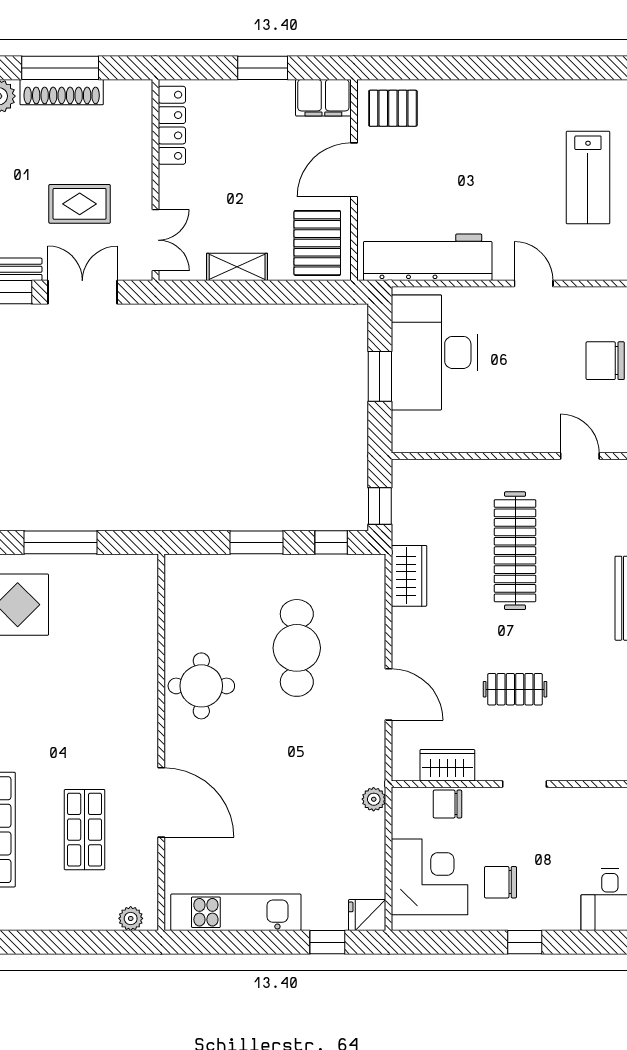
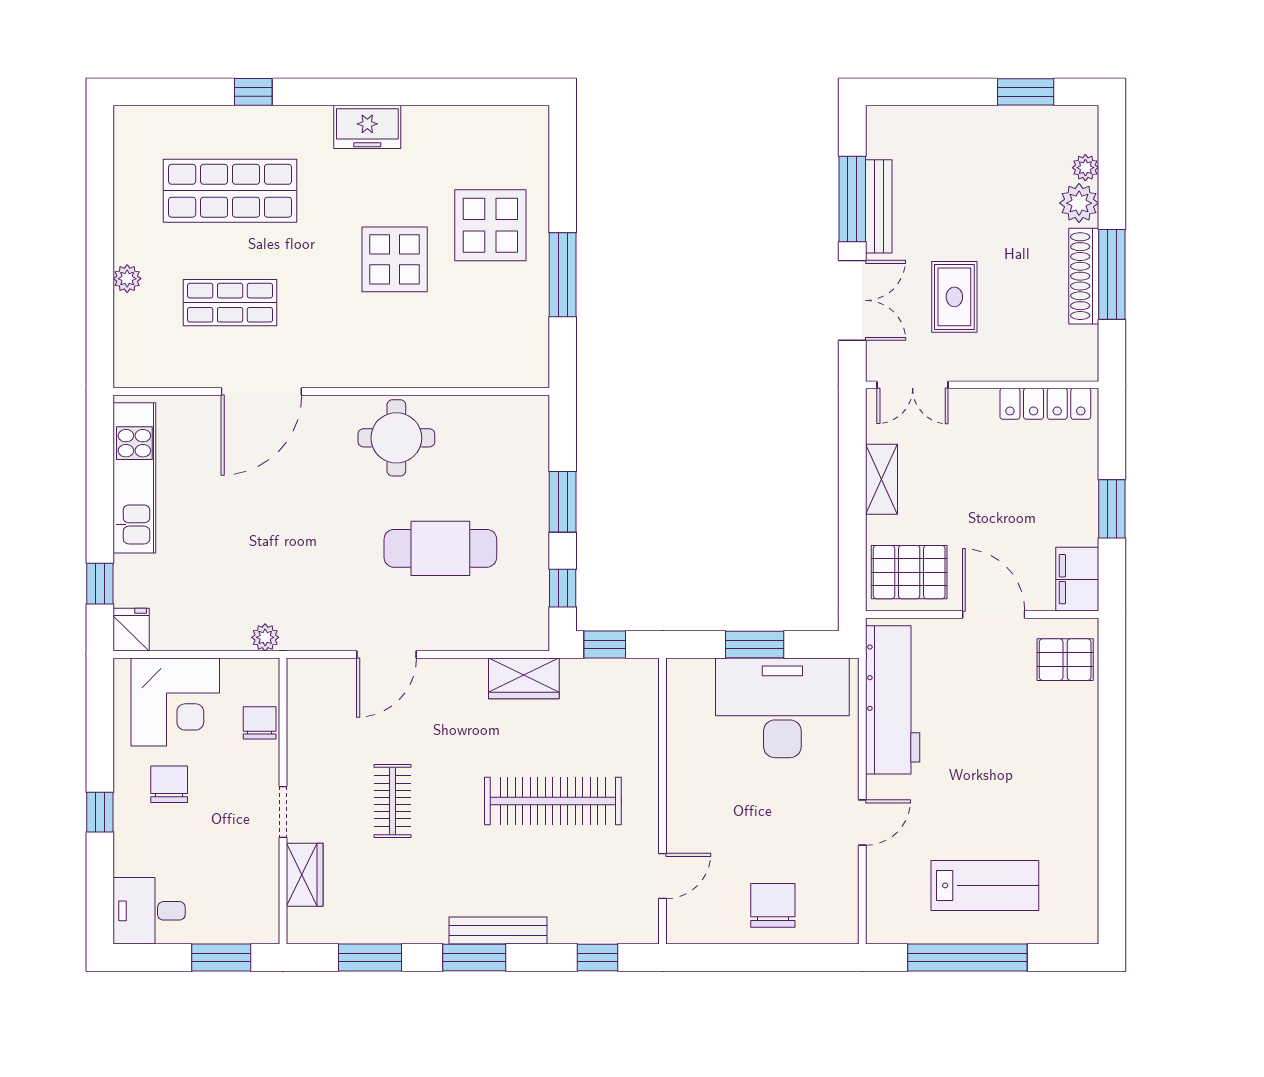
pallet: (393, 108) -> (1065, 660), turned 90
lab bench: (588, 178) -> (985, 885), turned 180
display table: (47, 688) -> (395, 259), added
wardrobe: (447, 765) -> (305, 875), moved
plant: (131, 918) -> (127, 279), moved

